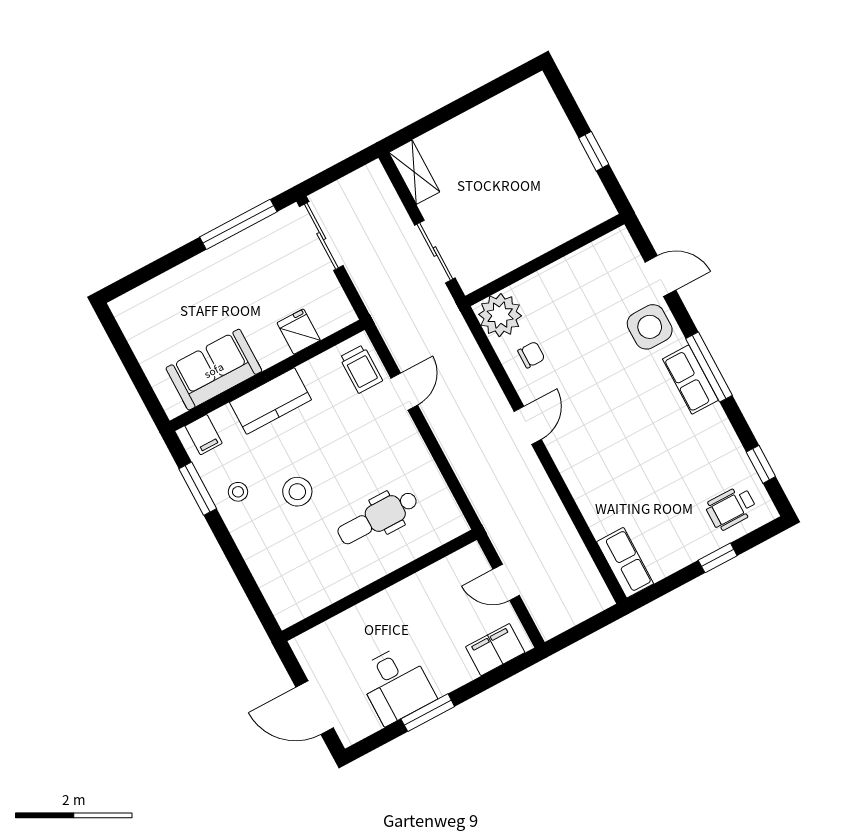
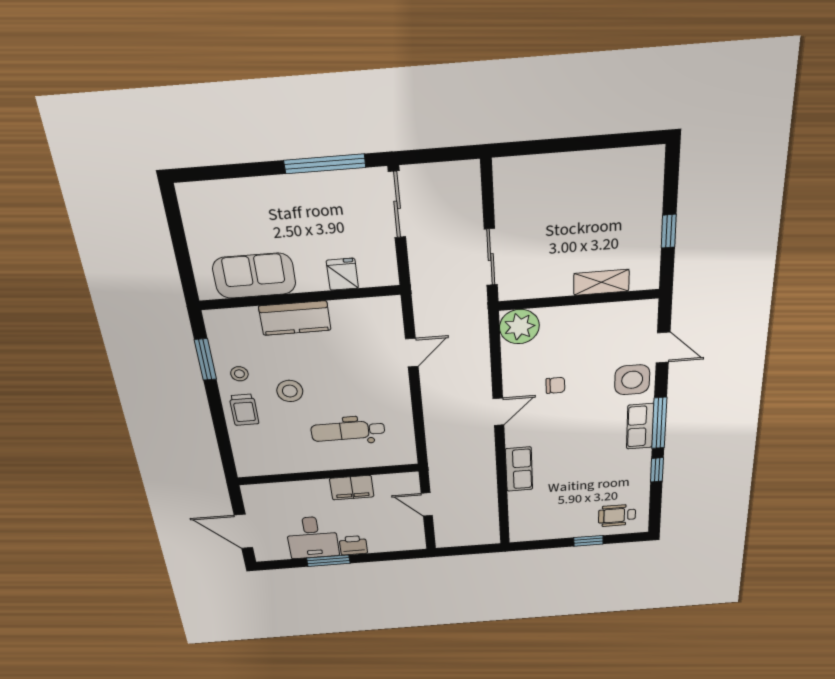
shelving: (414, 172) -> (601, 282), moved, turned 90
chair: (531, 355) -> (555, 385), moved
trolley: (361, 369) -> (244, 410), moved
filing cabinet: (204, 435) -> (226, 322), removed
window: (761, 464) -> (657, 470), moved
row of seats: (625, 563) -> (519, 469), moved
filing cabinet: (495, 650) -> (352, 488), moved, turned 180
printer: (447, 677) -> (353, 545), added

